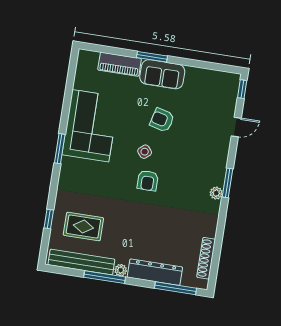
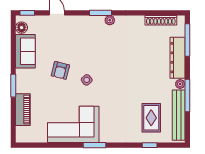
sofa: (162, 74) -> (25, 51), moved
floor lamp: (224, 79) -> (22, 28), added
armchair: (148, 181) -> (108, 74), removed

